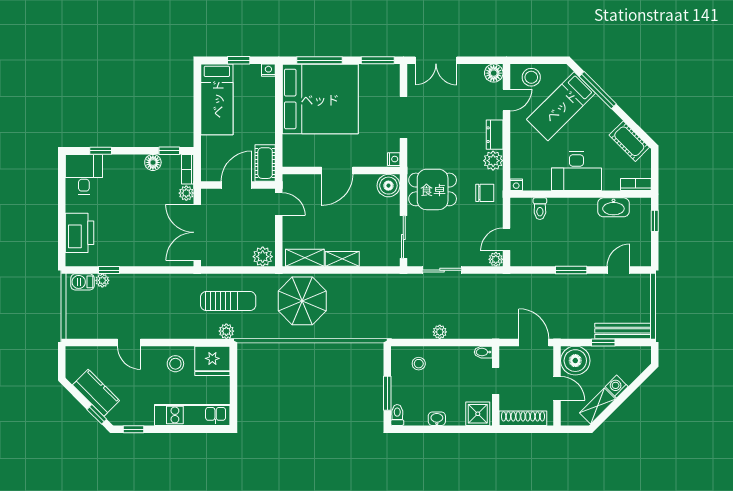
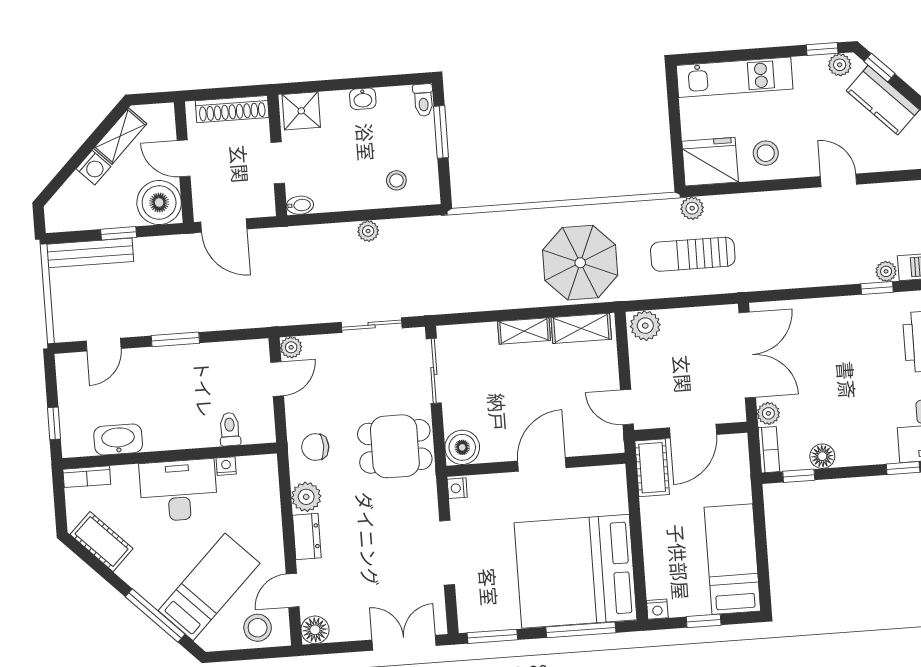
nightstand: (516, 185) -> (226, 466), moved
plant: (123, 418) -> (840, 65), added

